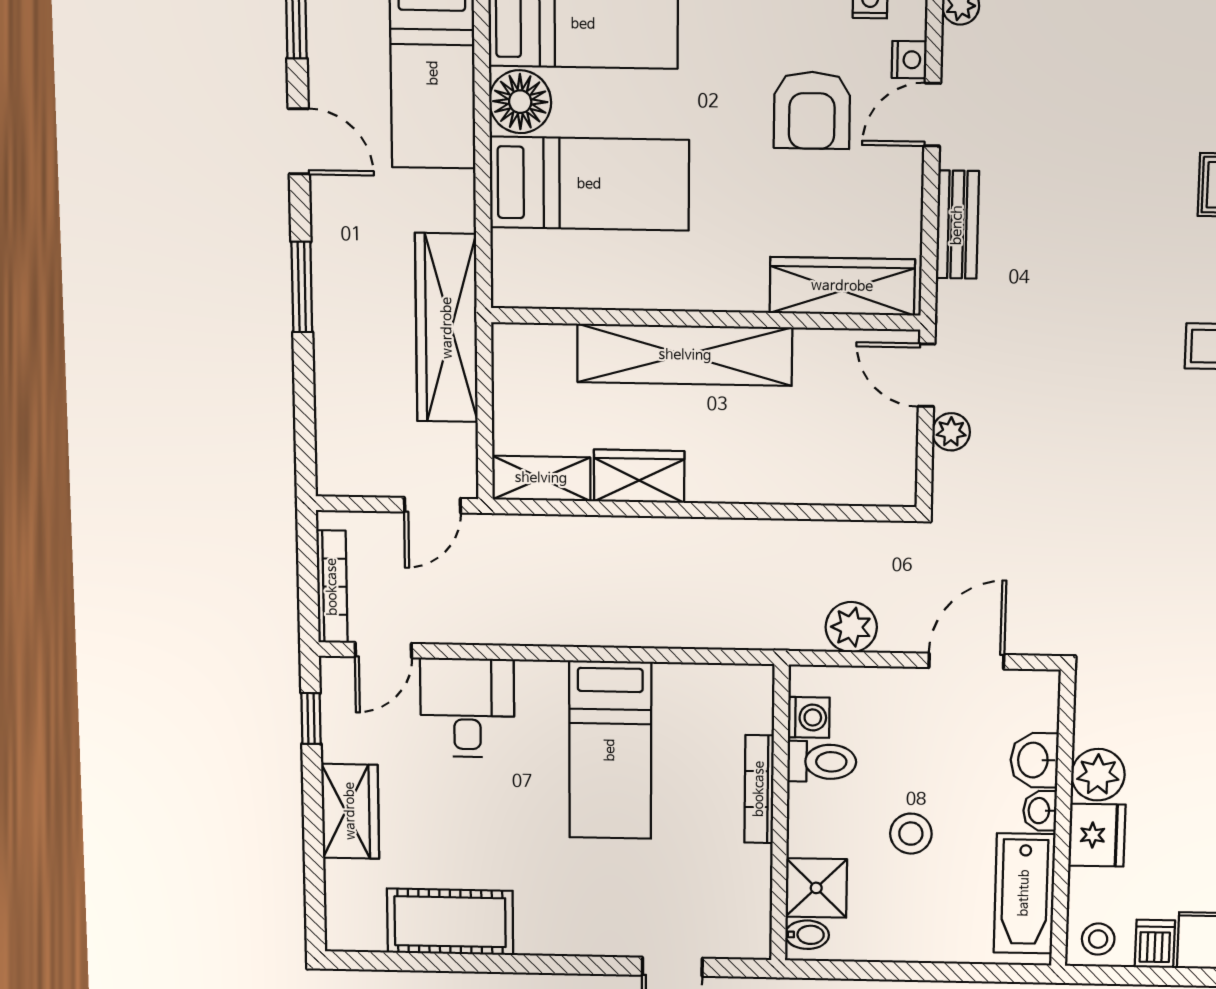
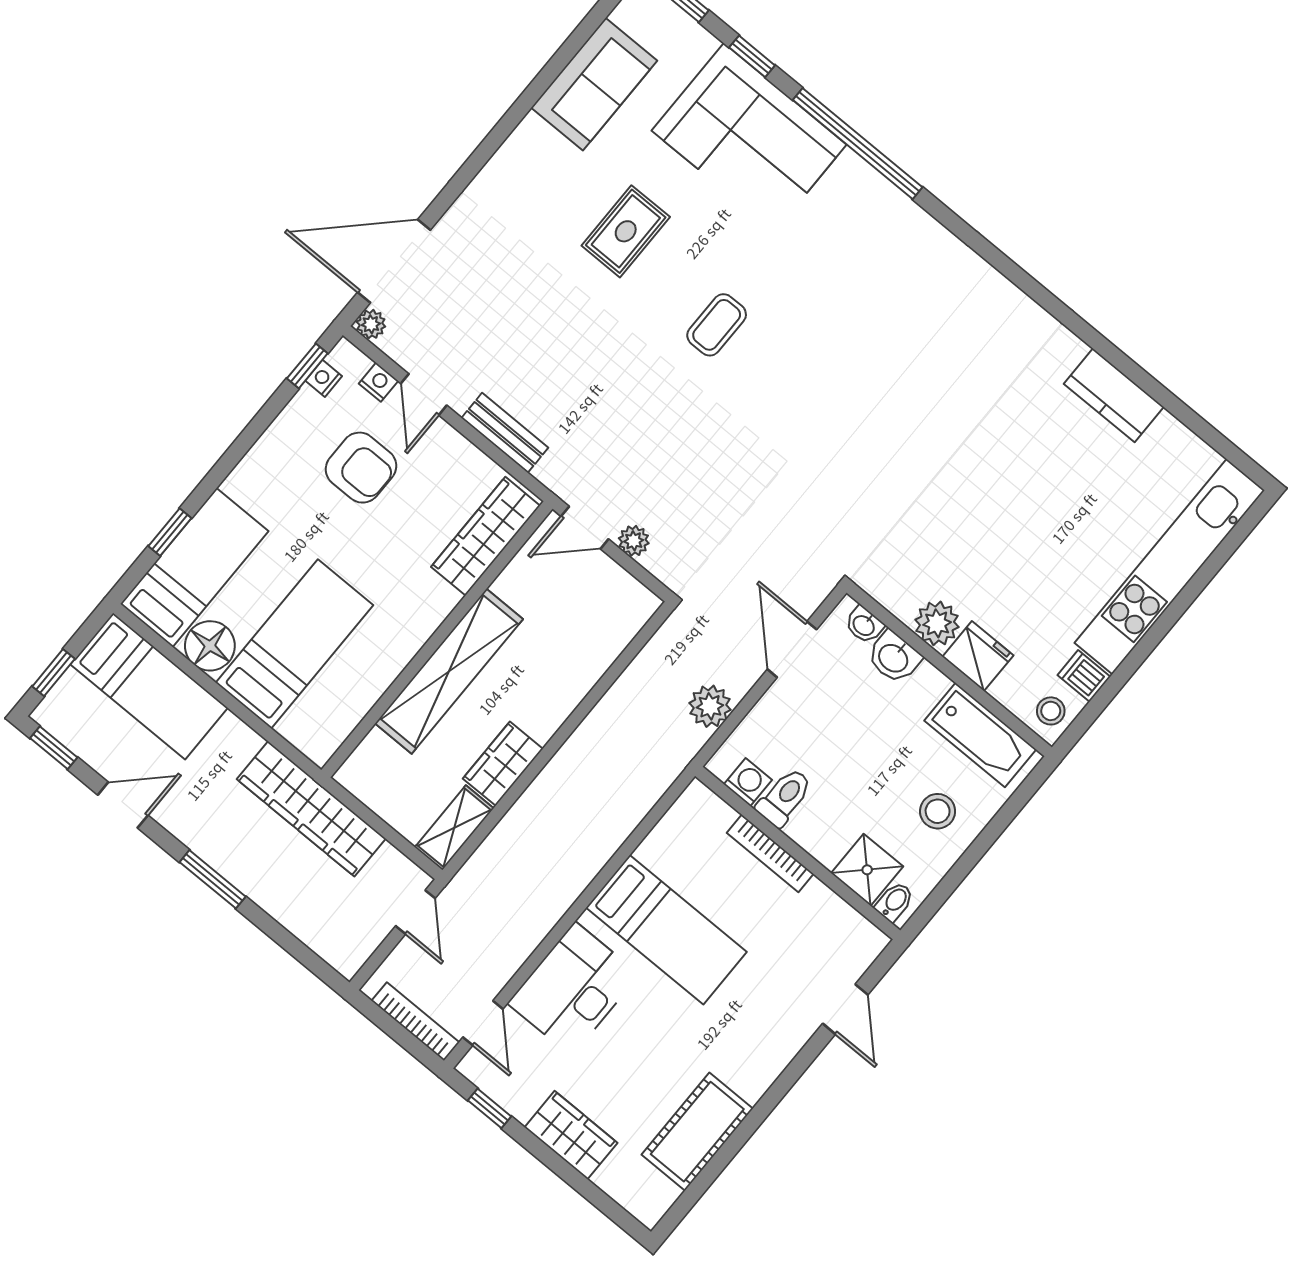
desk: (467, 708) -> (573, 989), width x1.37
washbasin: (1040, 811) -> (864, 625), moved
stool: (911, 834) -> (938, 811), moved

